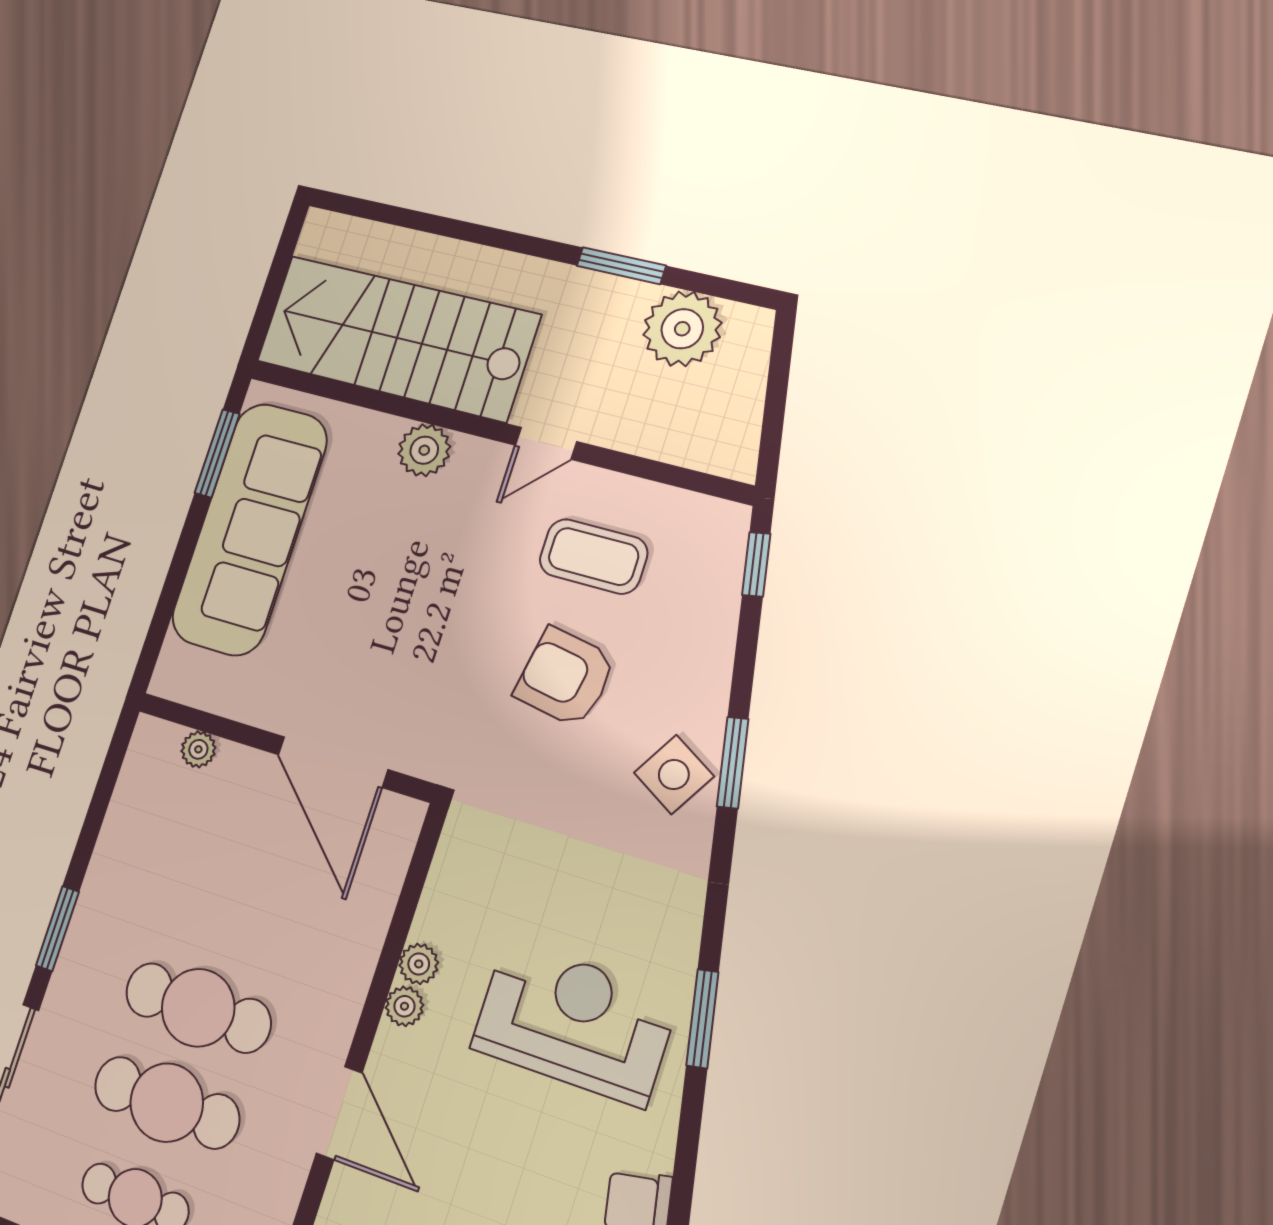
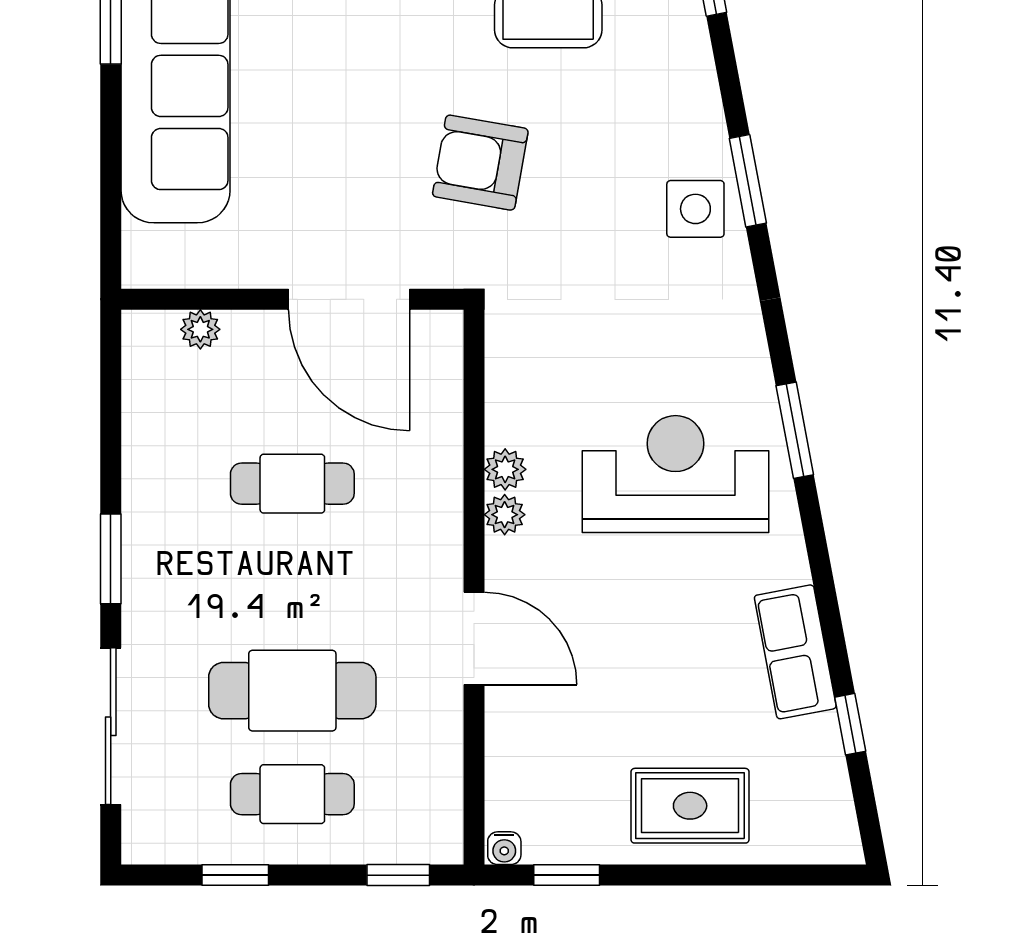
armchair: (565, 677) -> (480, 163), moved
side table: (674, 775) -> (695, 209), turned -31
cafe table: (198, 1008) -> (292, 484), moved, width x0.73, depth x0.74

